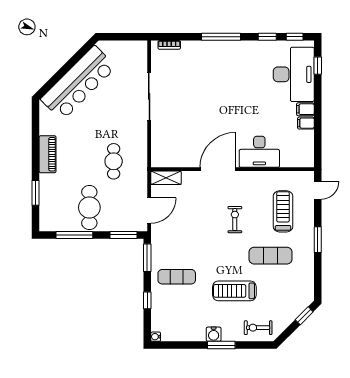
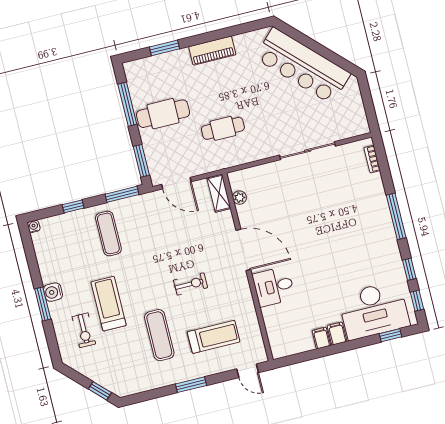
desk: (259, 152) -> (274, 287), width x0.73
plant: (174, 162) -> (239, 198), added
exercise bike: (258, 328) -> (84, 330), moved, turned 180

